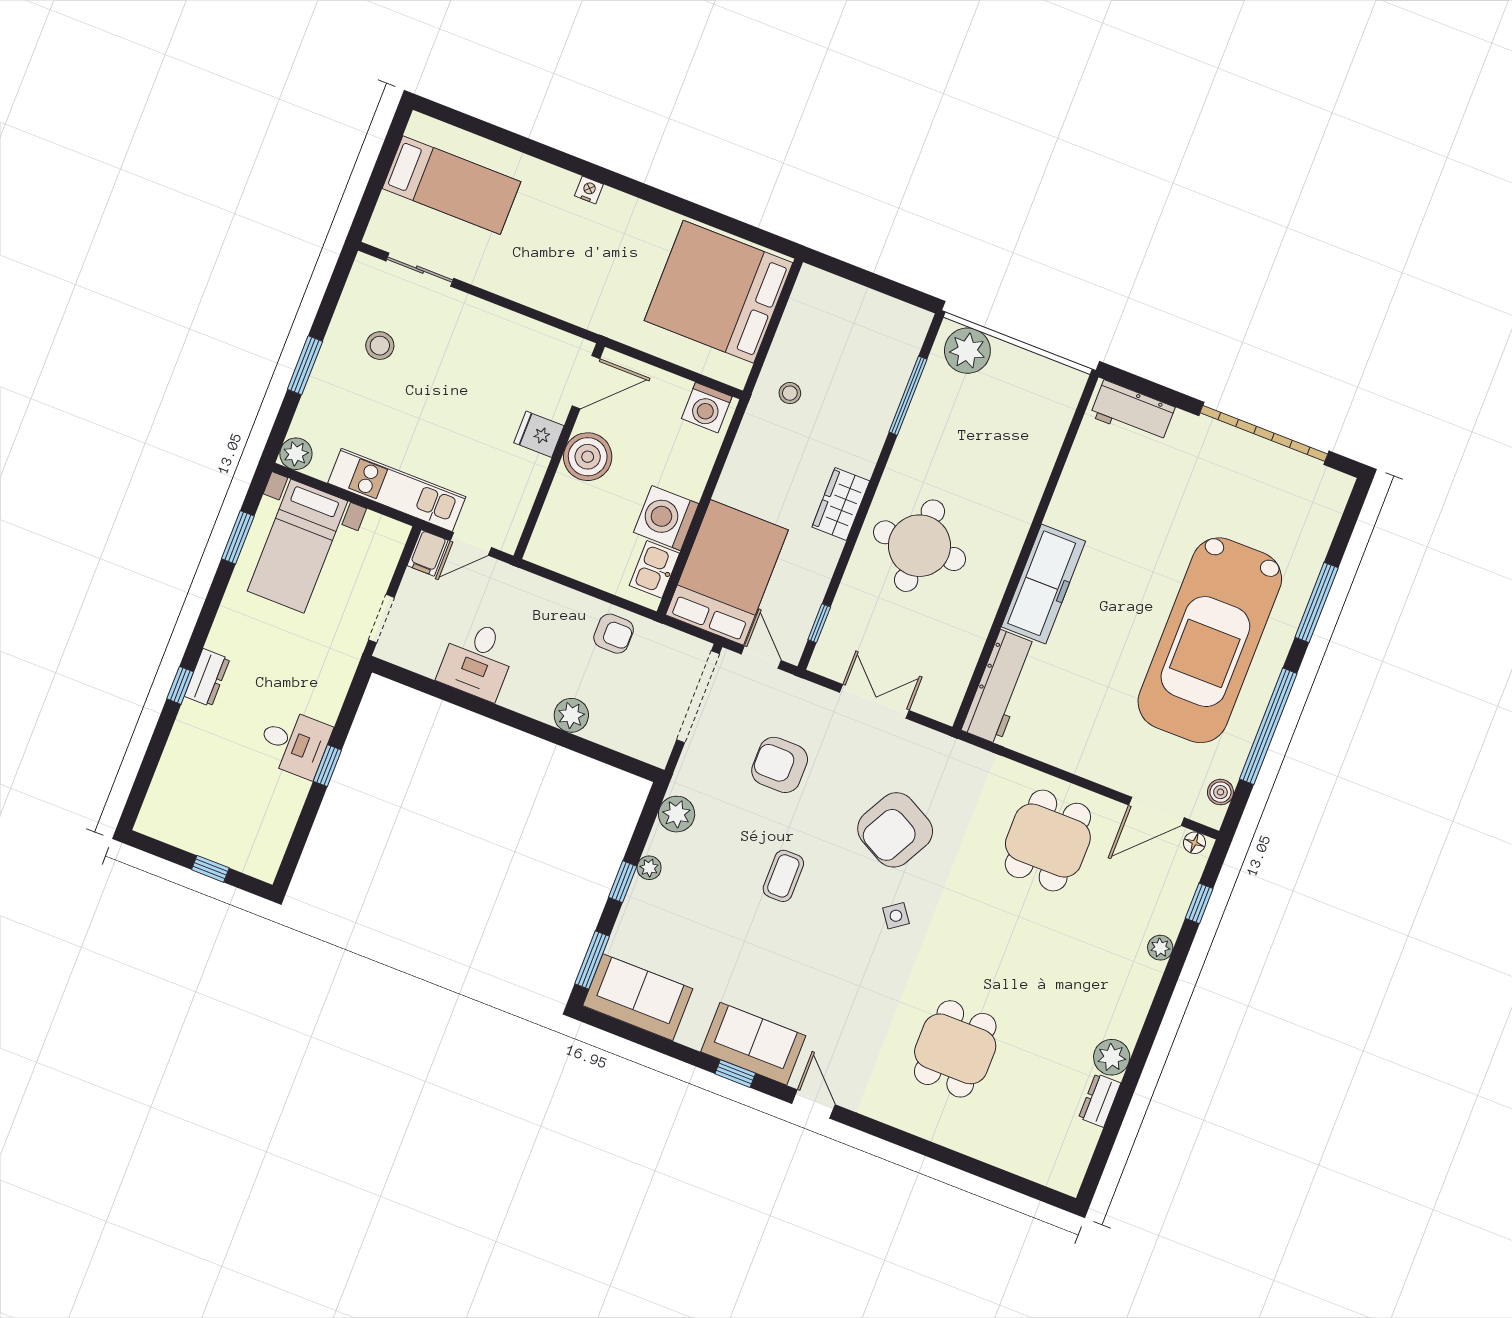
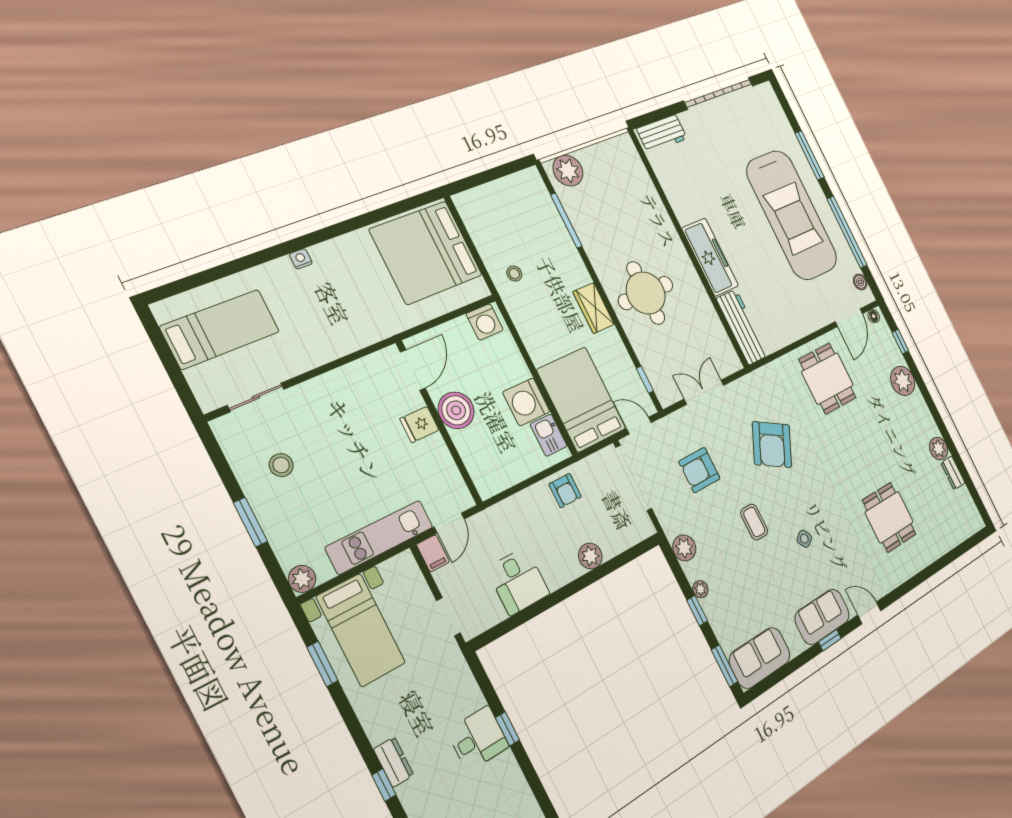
armchair: (614, 634) -> (565, 491), turned 90
side table: (896, 916) -> (804, 539), moved
plant: (1160, 948) -> (903, 381), width x1.88, depth x1.88

